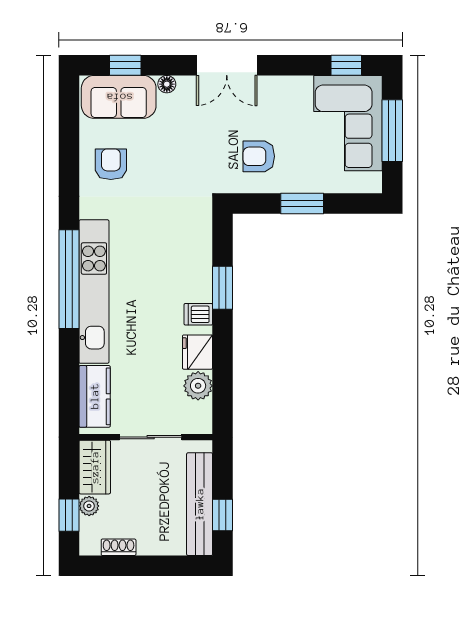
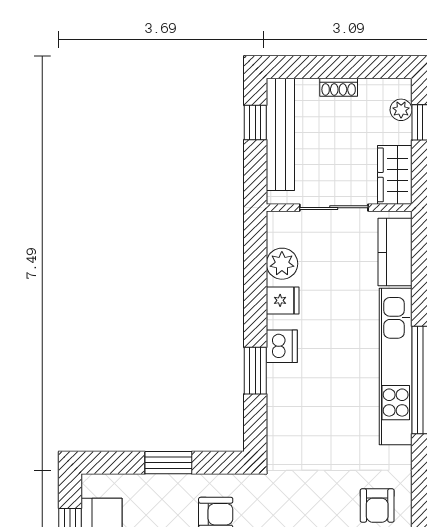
dishwasher: (198, 314) -> (282, 346), width x1.38
fridge: (197, 352) -> (283, 300), width x0.72
plant: (89, 506) -> (401, 110), moved
shoe rack: (119, 547) -> (339, 87), moved

